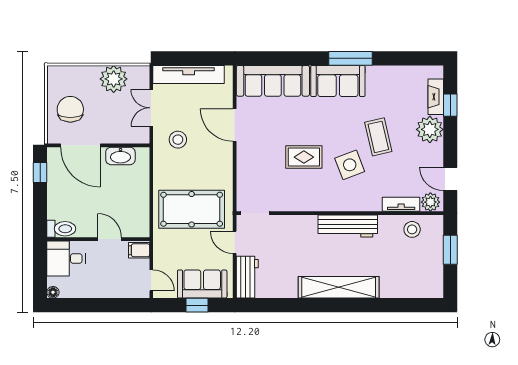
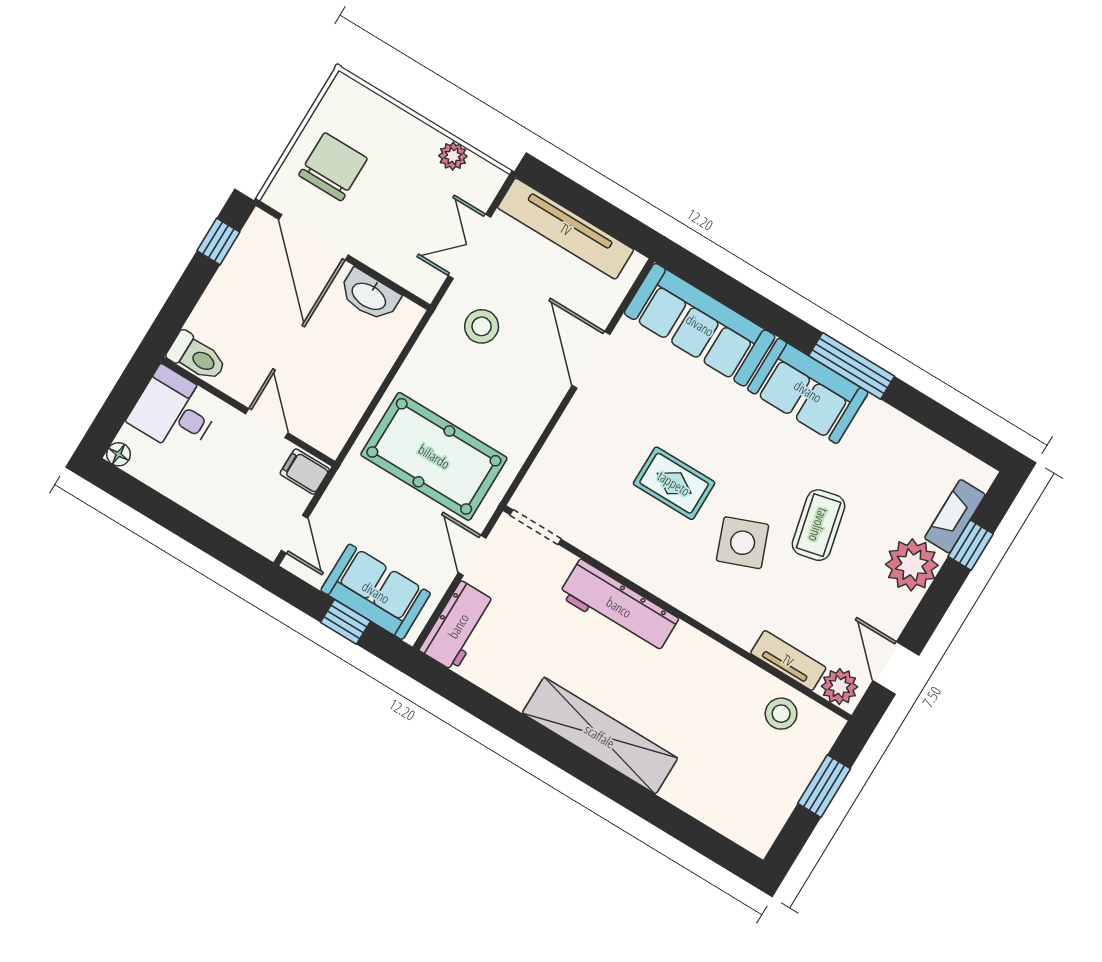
plant: (114, 79) -> (453, 156), width x0.53, depth x0.53
workbench: (348, 226) -> (619, 607), moved

